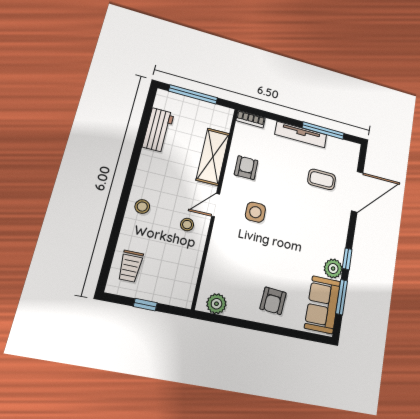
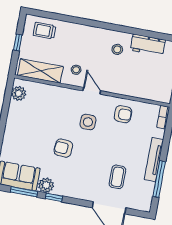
shelving: (213, 157) -> (40, 71), moved
stool: (142, 207) -> (117, 49), moved
armchair: (273, 301) -> (63, 148), moved

